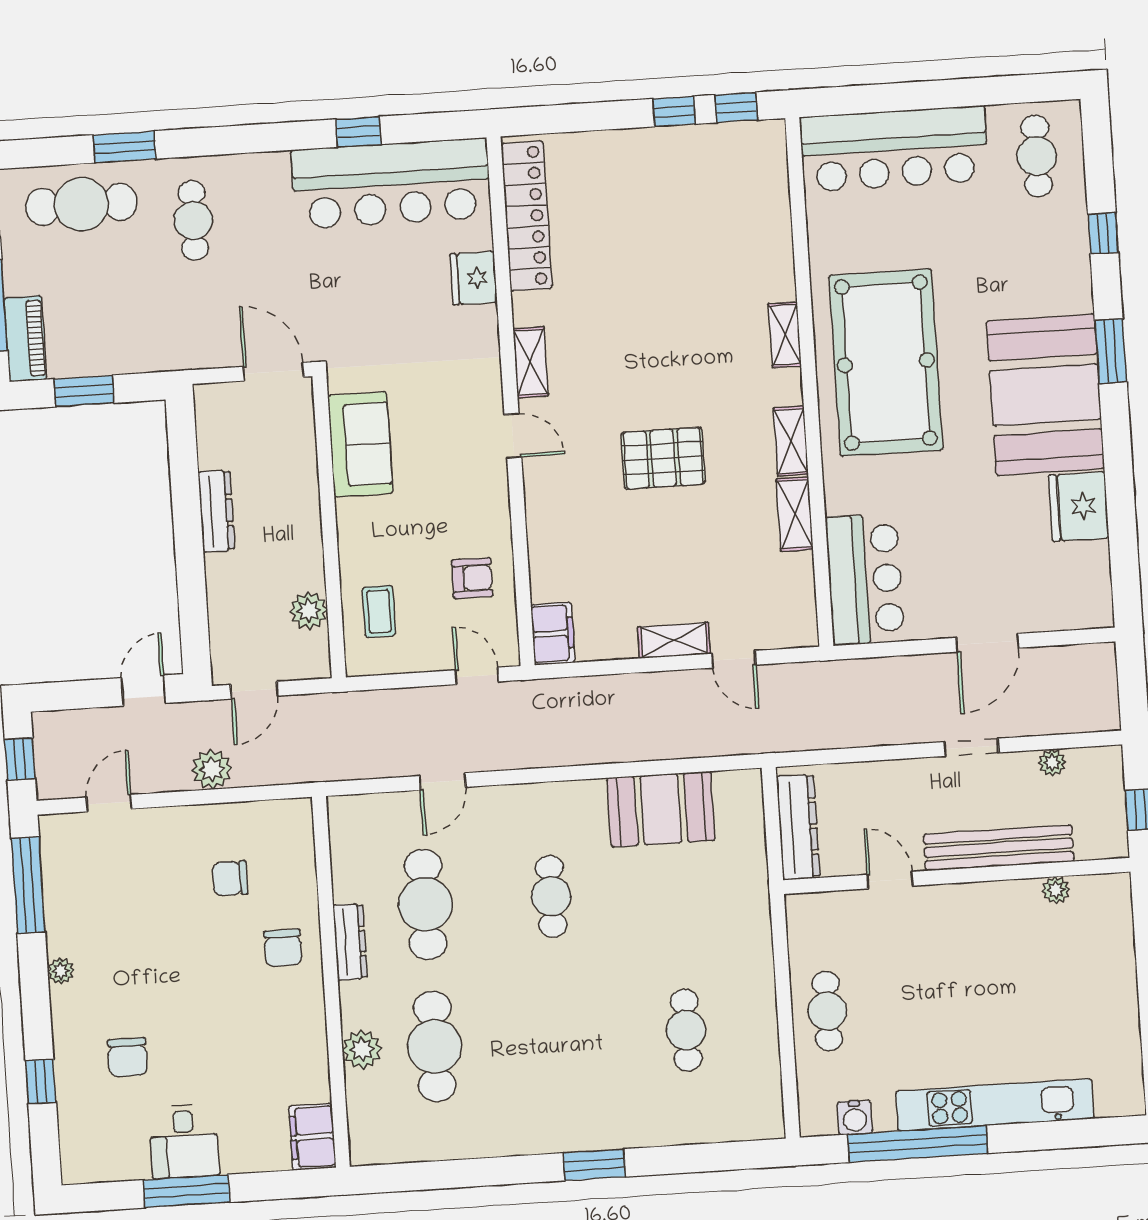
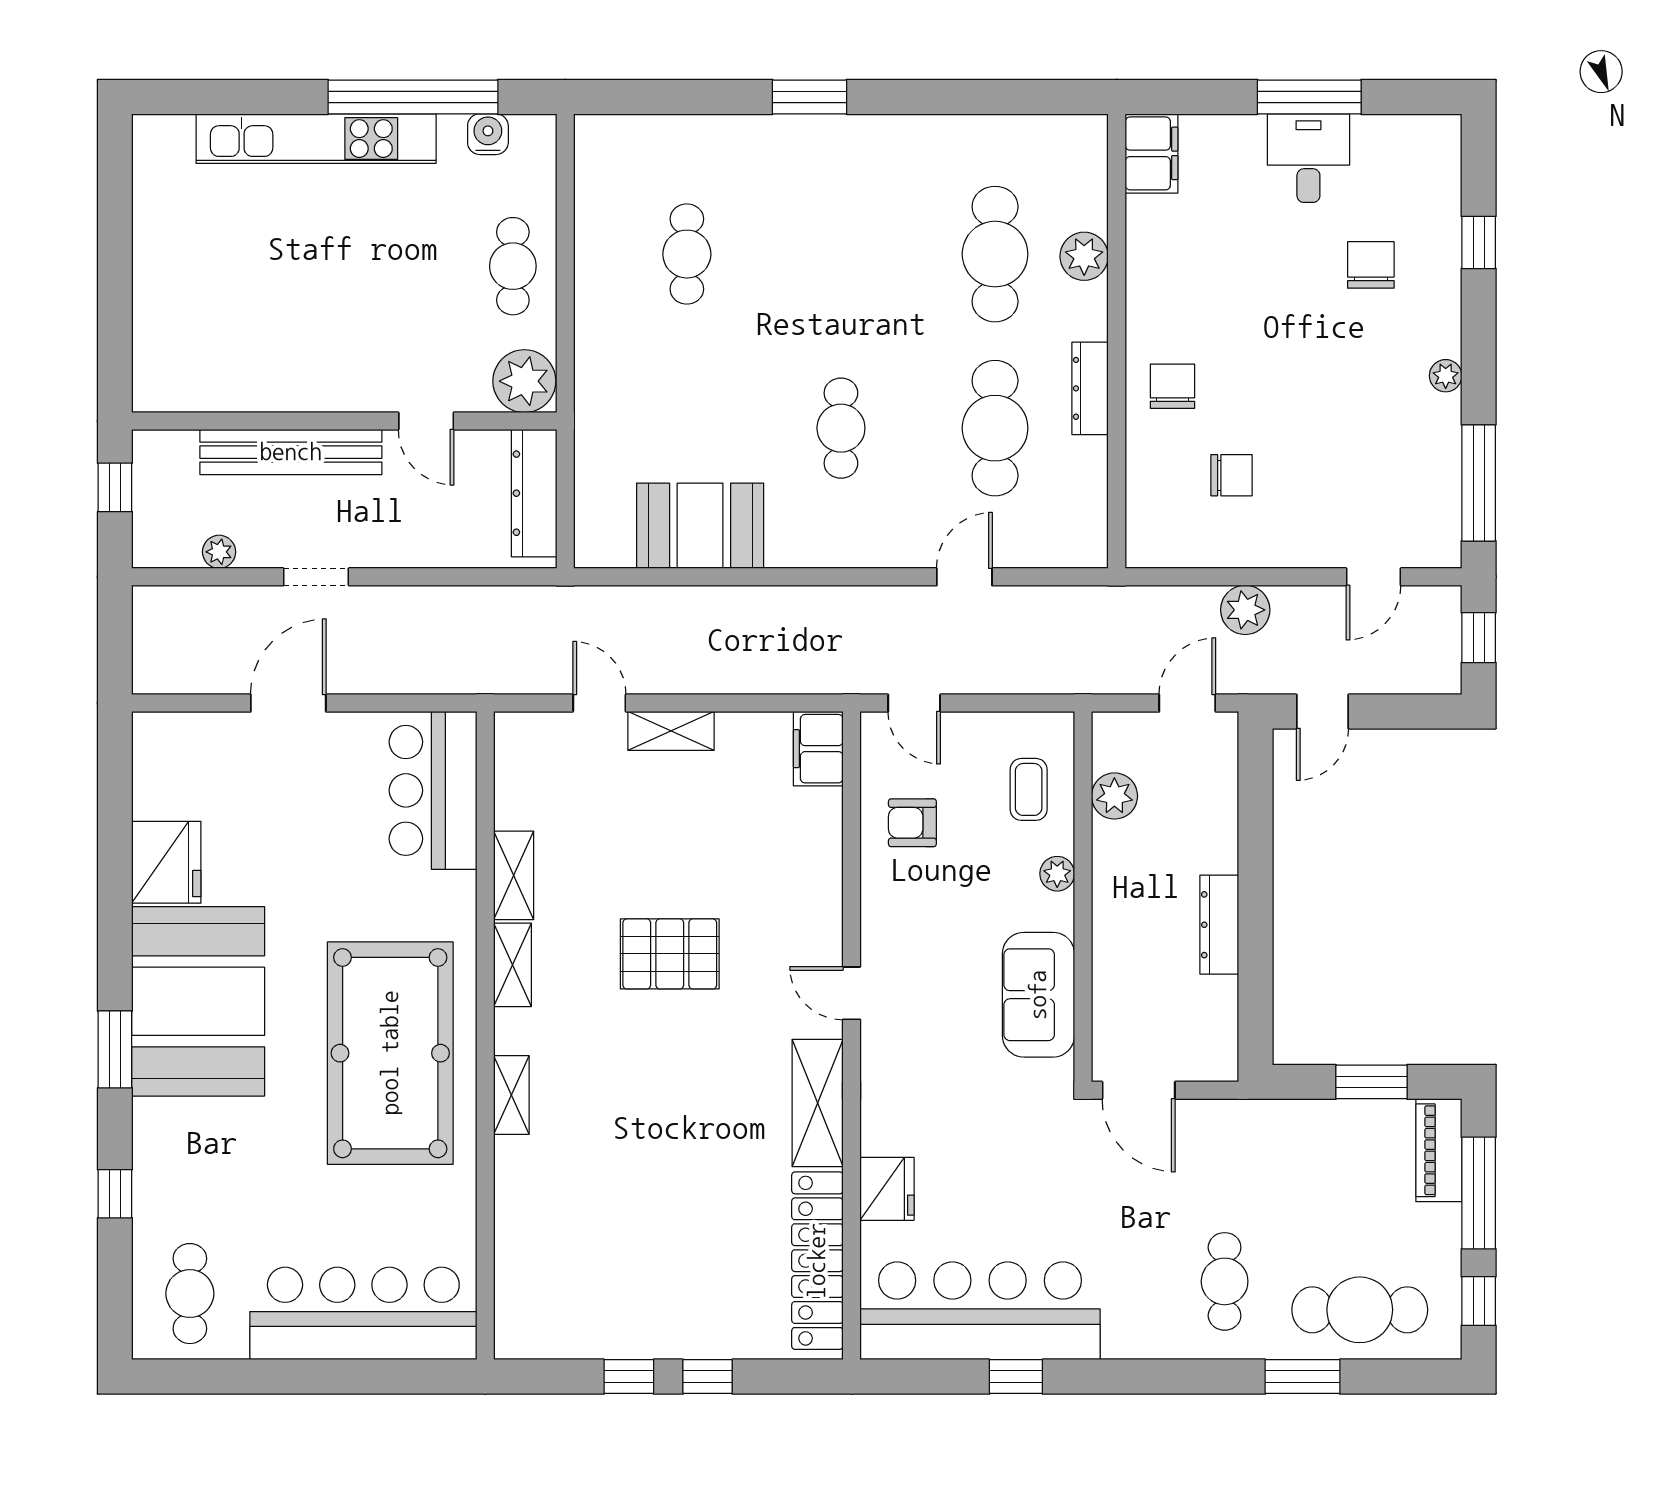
window: (736, 107) -> (708, 1377), moved
shelving: (531, 362) -> (818, 1103), width x1.50, depth x1.33
plant: (351, 544) -> (1057, 874), added
plant: (1056, 890) -> (524, 381), moved, width x1.88, depth x1.88

